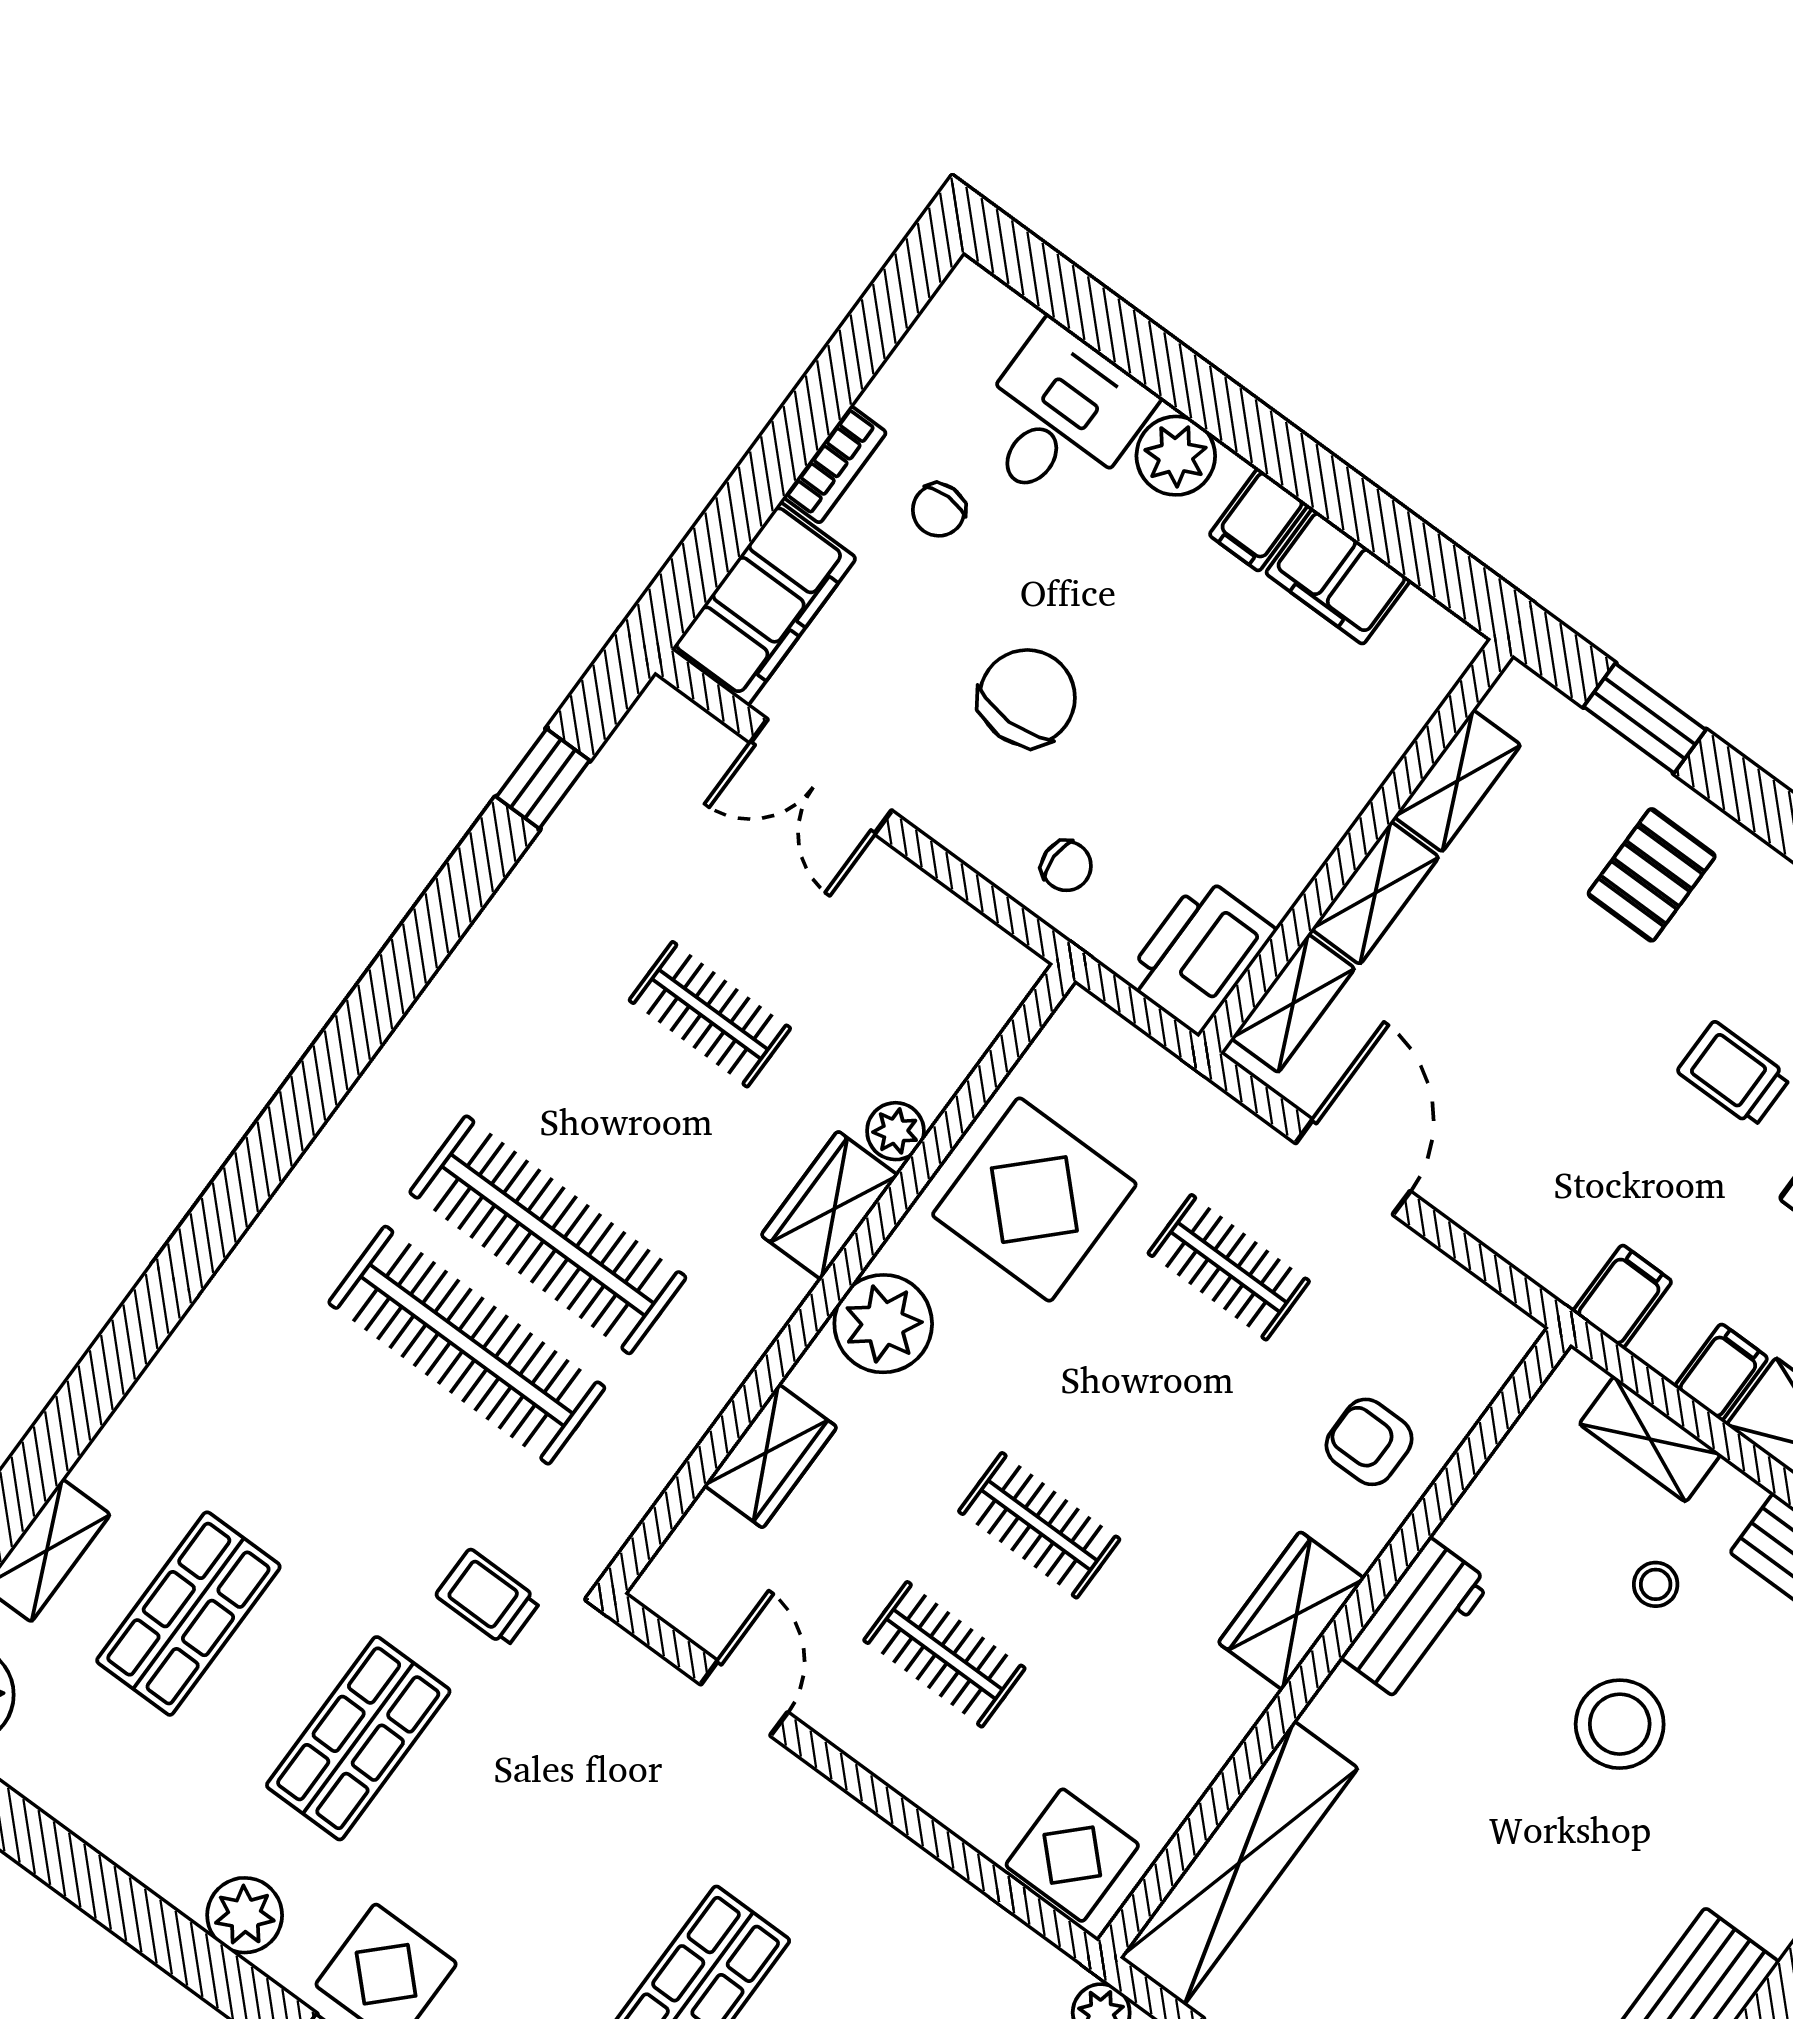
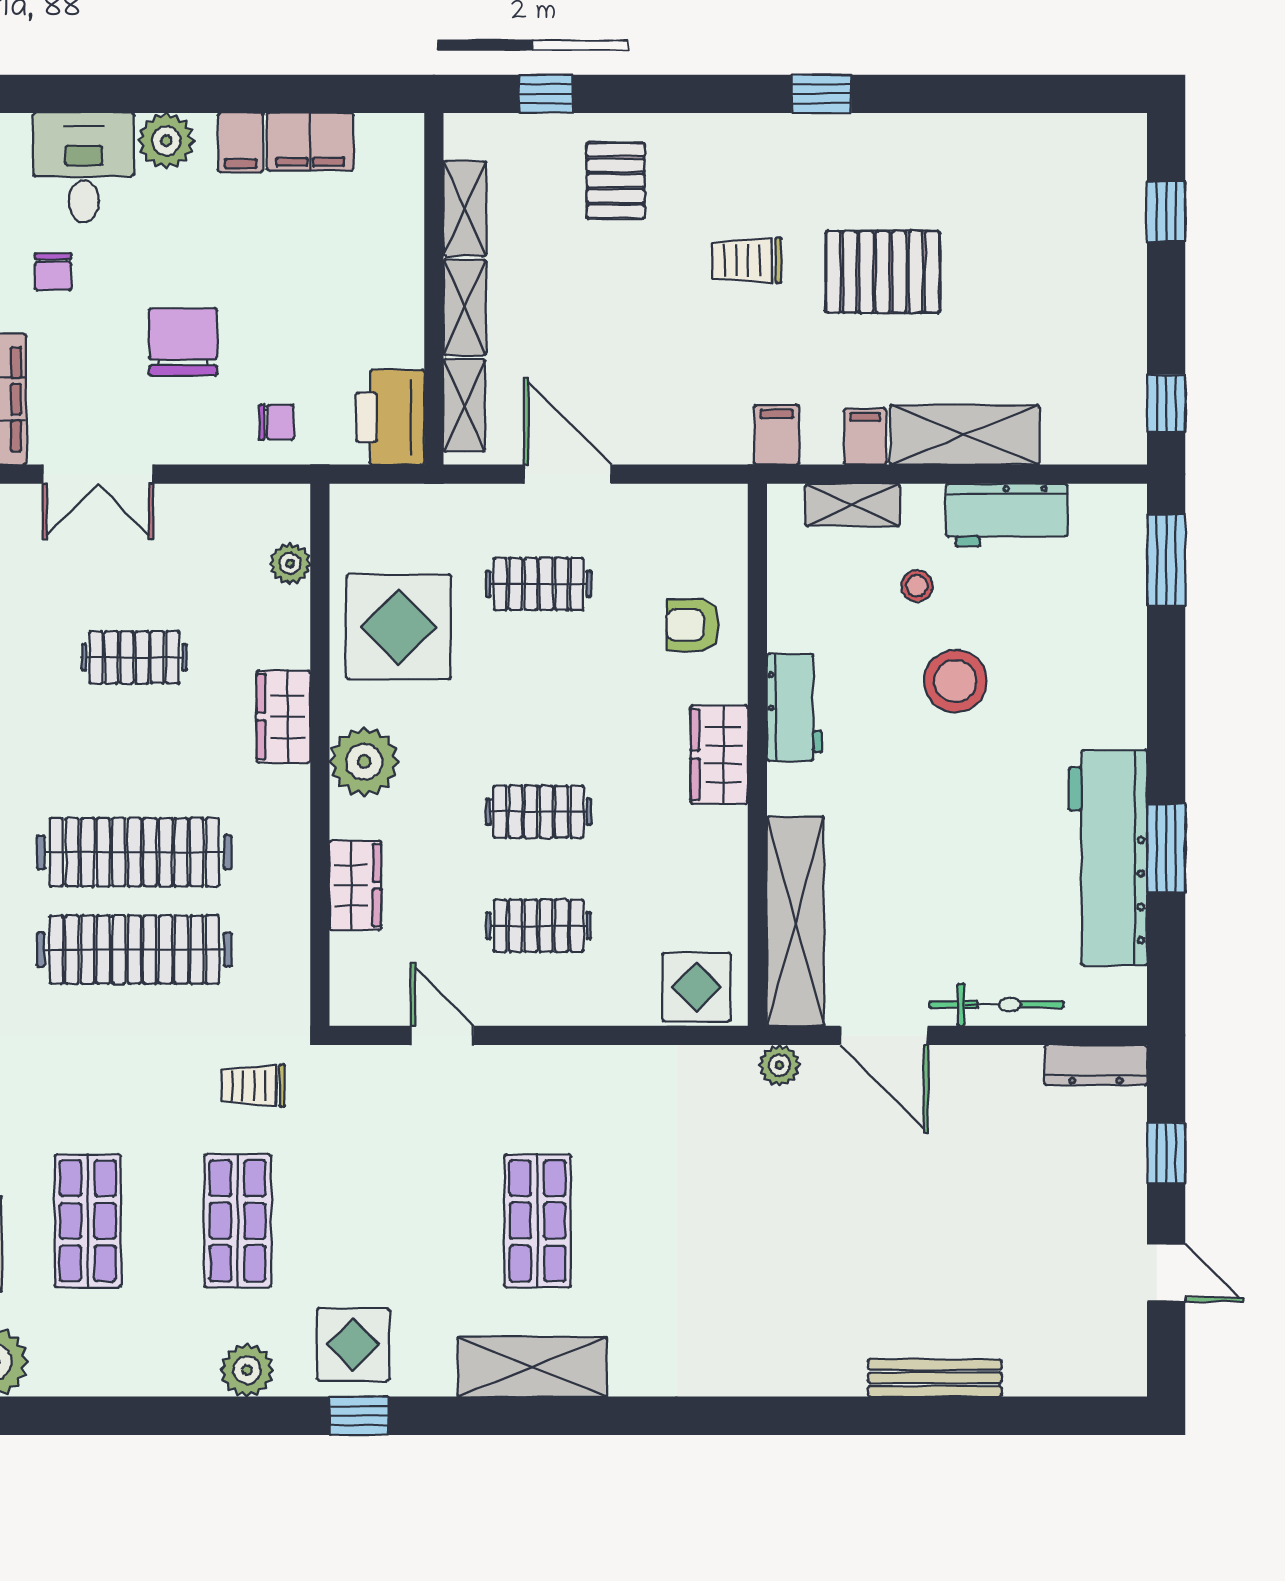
window: (1645, 718) -> (546, 94), width x0.67
plant: (895, 1131) -> (290, 563), moved

